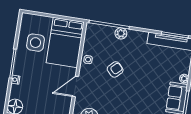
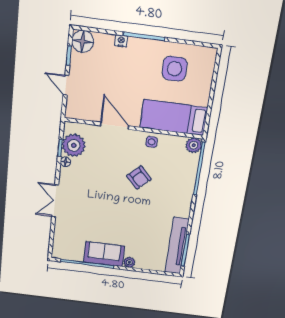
plant: (121, 33) -> (194, 145), moved
bed: (65, 42) -> (174, 118), width x0.67

